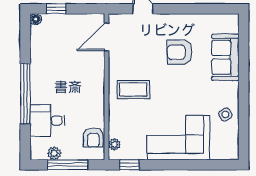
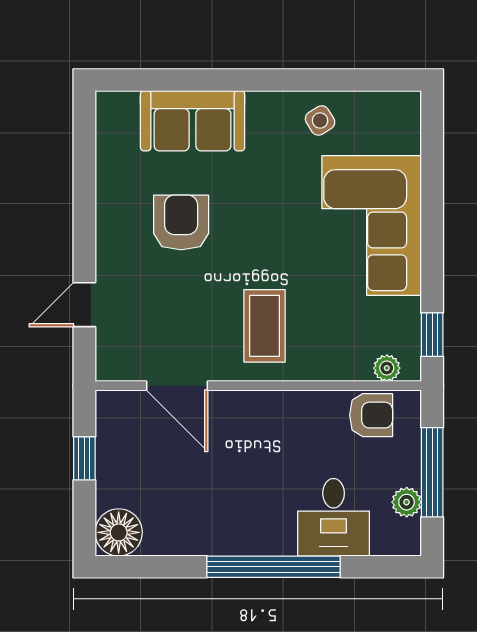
window: (56, 9) -> (84, 458), moved
floor lamp: (36, 19) -> (119, 532), width x1.89, depth x1.89
door: (106, 37) -> (177, 386), moved
armchair: (180, 52) -> (181, 222), turned 180

